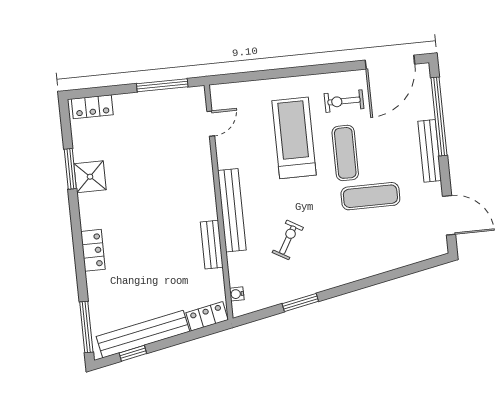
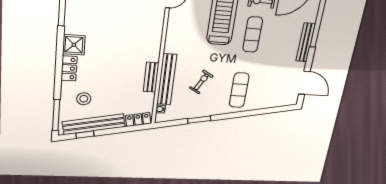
shower: (90, 177) -> (74, 45), moved
exercise mat: (370, 196) -> (239, 90), moved, turned 90
bench: (232, 210) -> (167, 79), moved
stool: (121, 295) -> (84, 99), added

